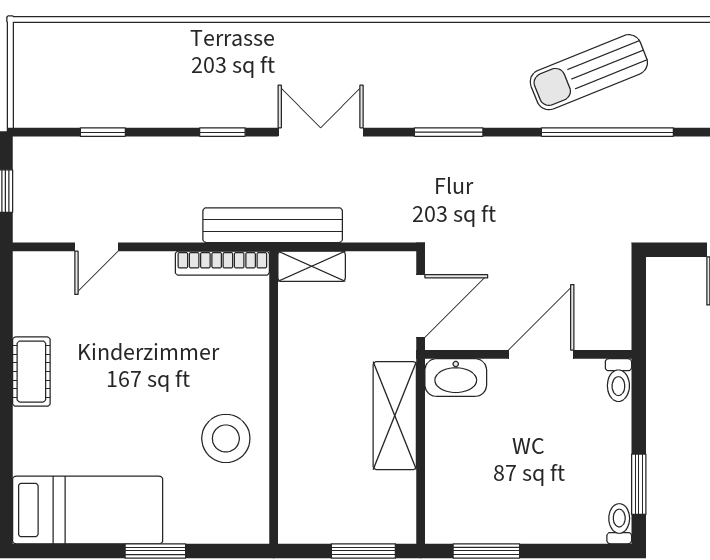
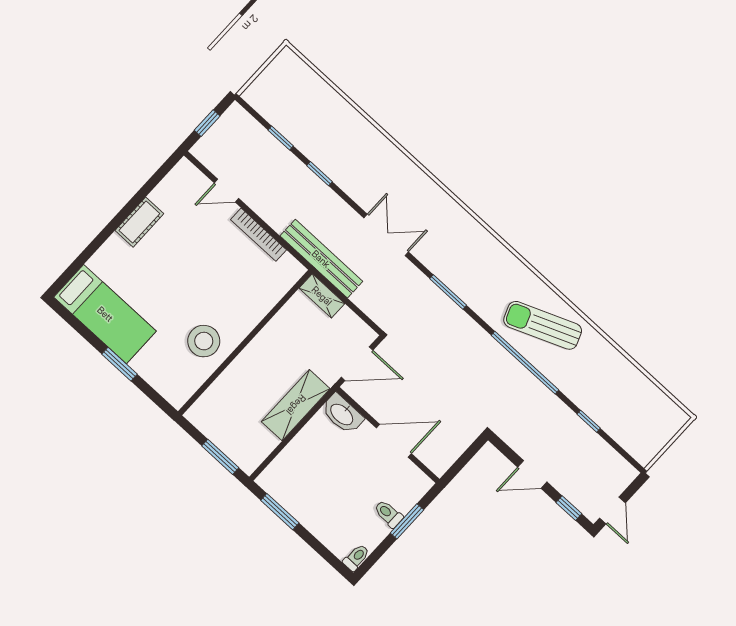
window: (222, 132) -> (319, 174), moved
bookcase: (222, 263) -> (258, 235), moved
toilet: (618, 380) -> (388, 514), moved, turned 90
window: (639, 484) -> (407, 521), moved

